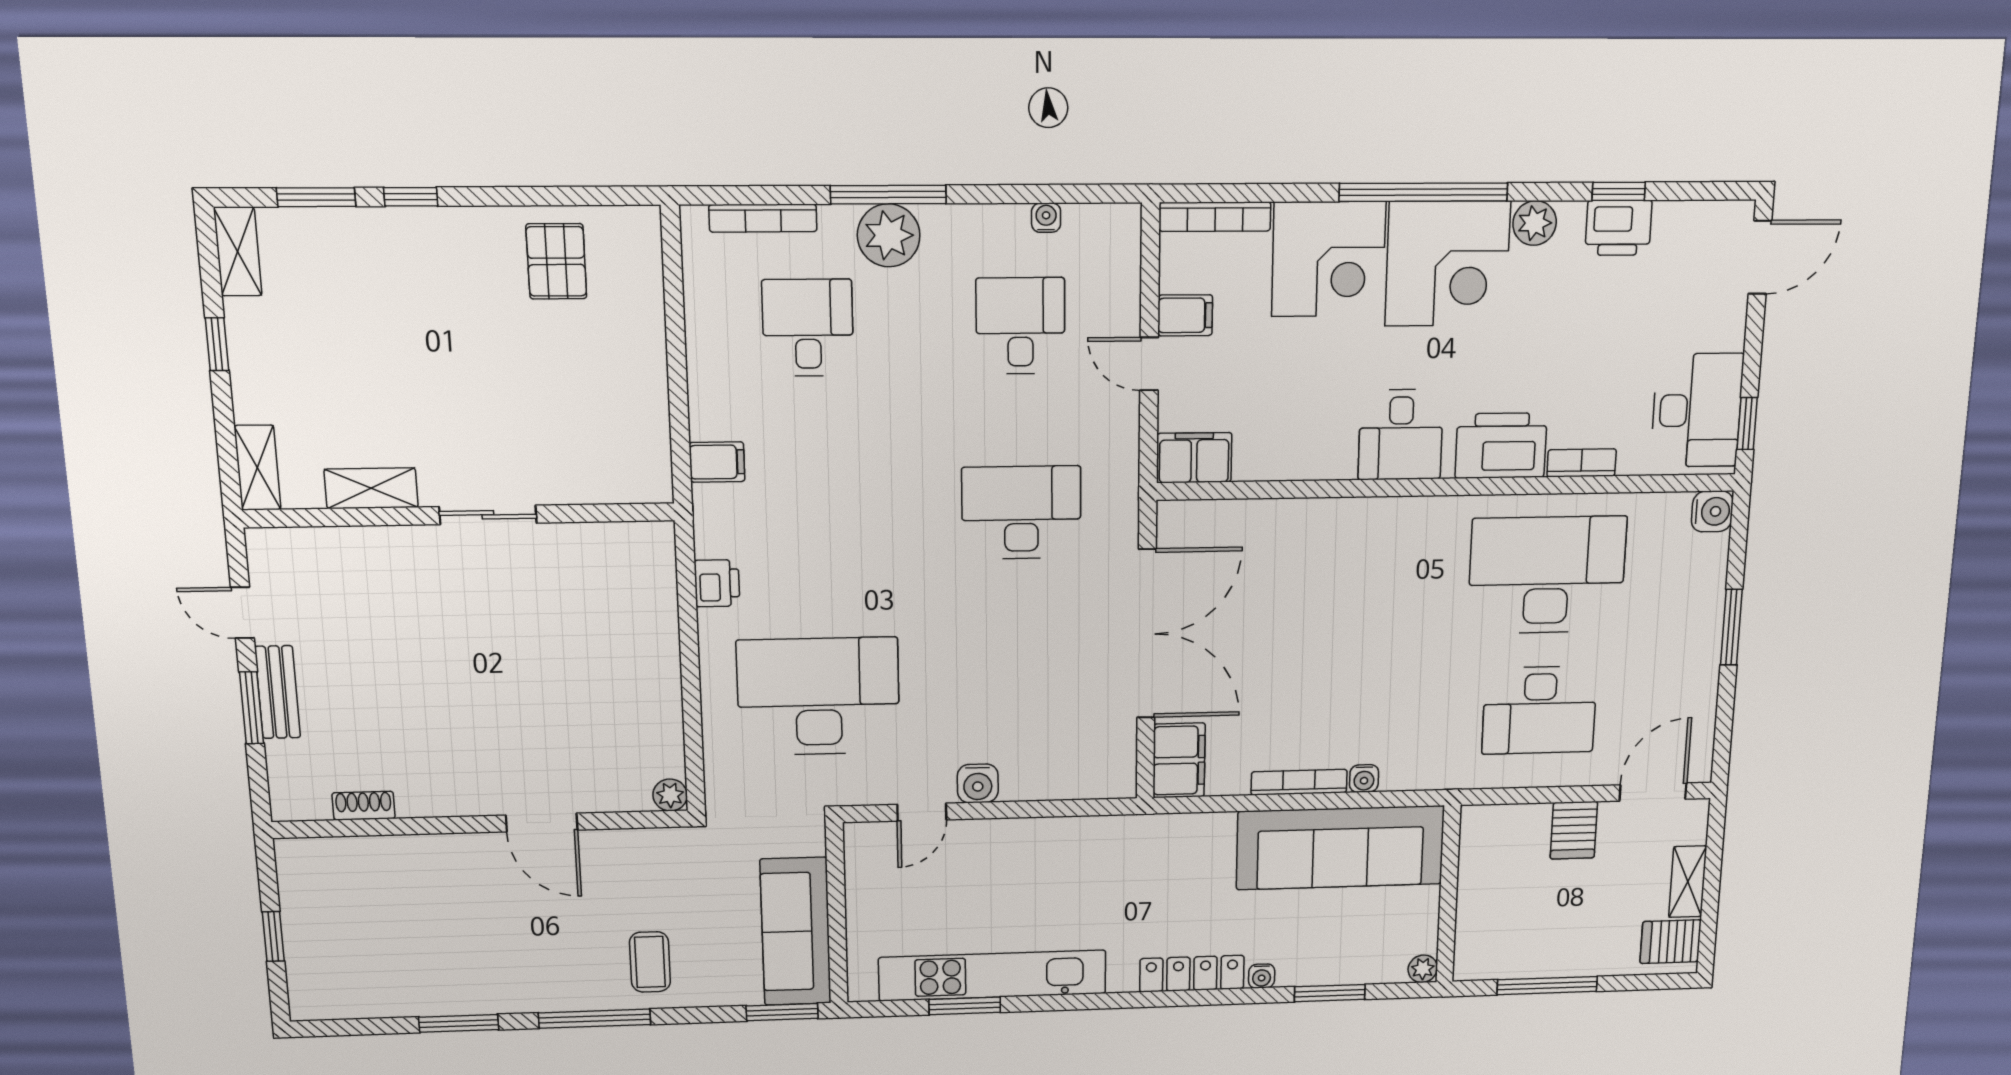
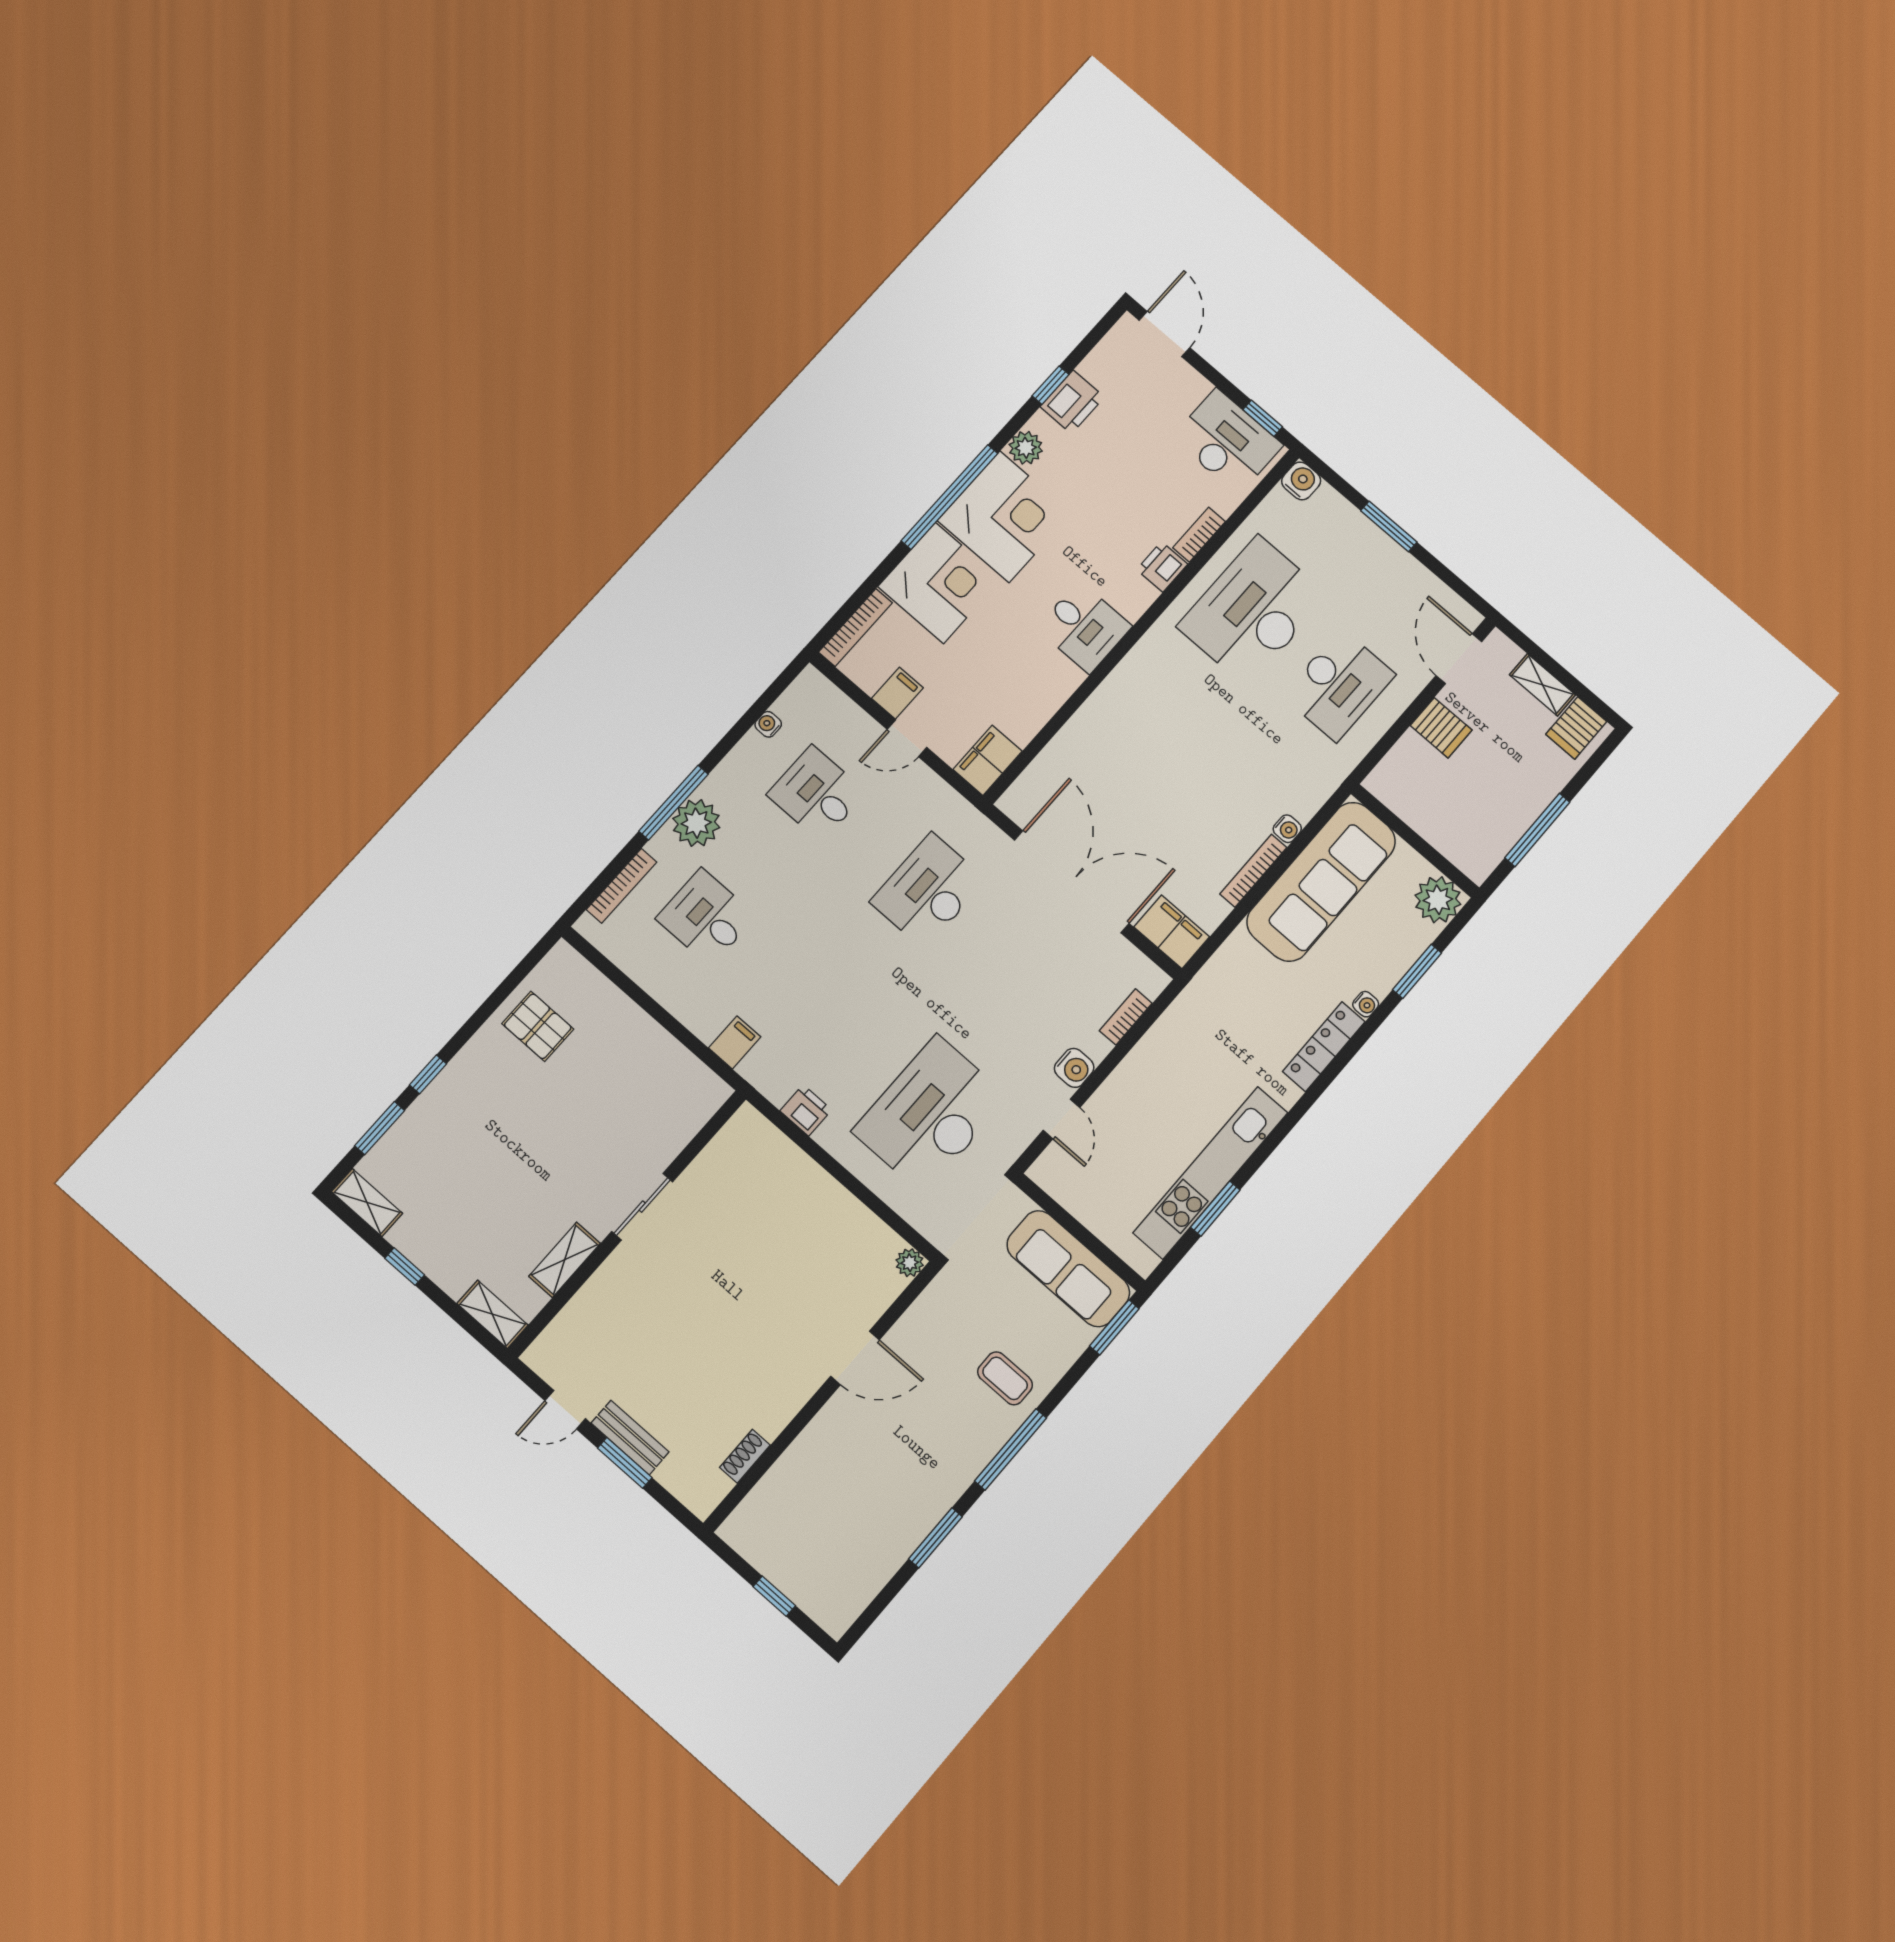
printer: (1501, 446) -> (1162, 567), width x0.53, depth x0.68
bookcase: (1065, 788) -> (1126, 1017), added
plant: (1423, 969) -> (1438, 900), width x1.87, depth x1.87

